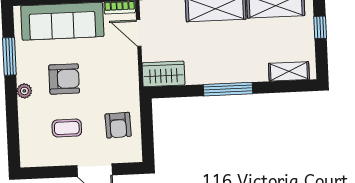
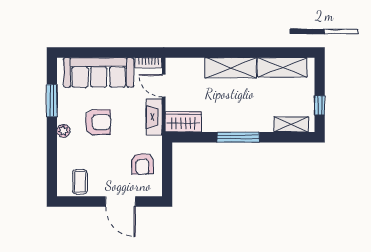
window: (320, 27) -> (320, 105), moved
fireplace: (129, 70) -> (154, 117), added
coffee table: (67, 128) -> (80, 182), moved, turned 90

